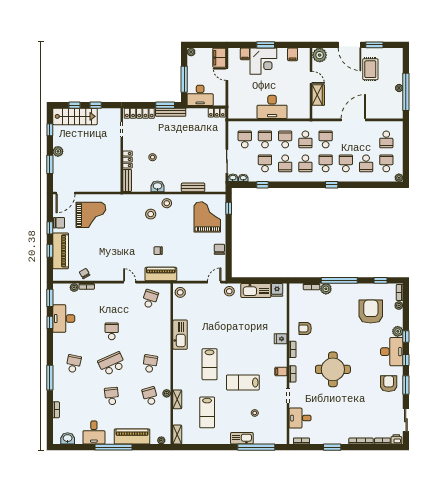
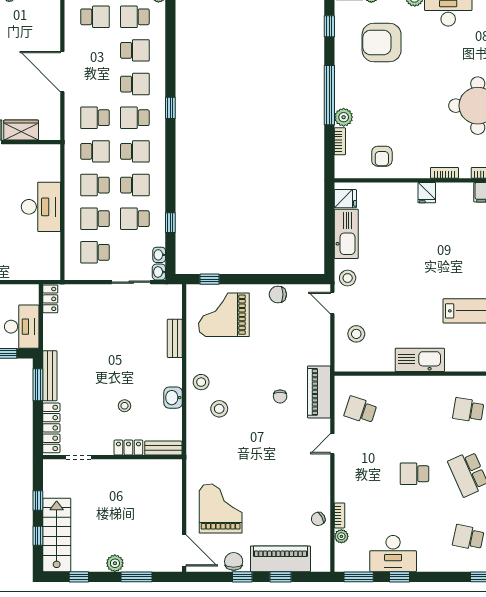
school desk: (346, 163) -> (135, 84), turned 180
stool: (180, 292) -> (356, 334), moved
armchair: (305, 328) -> (382, 156), moved

